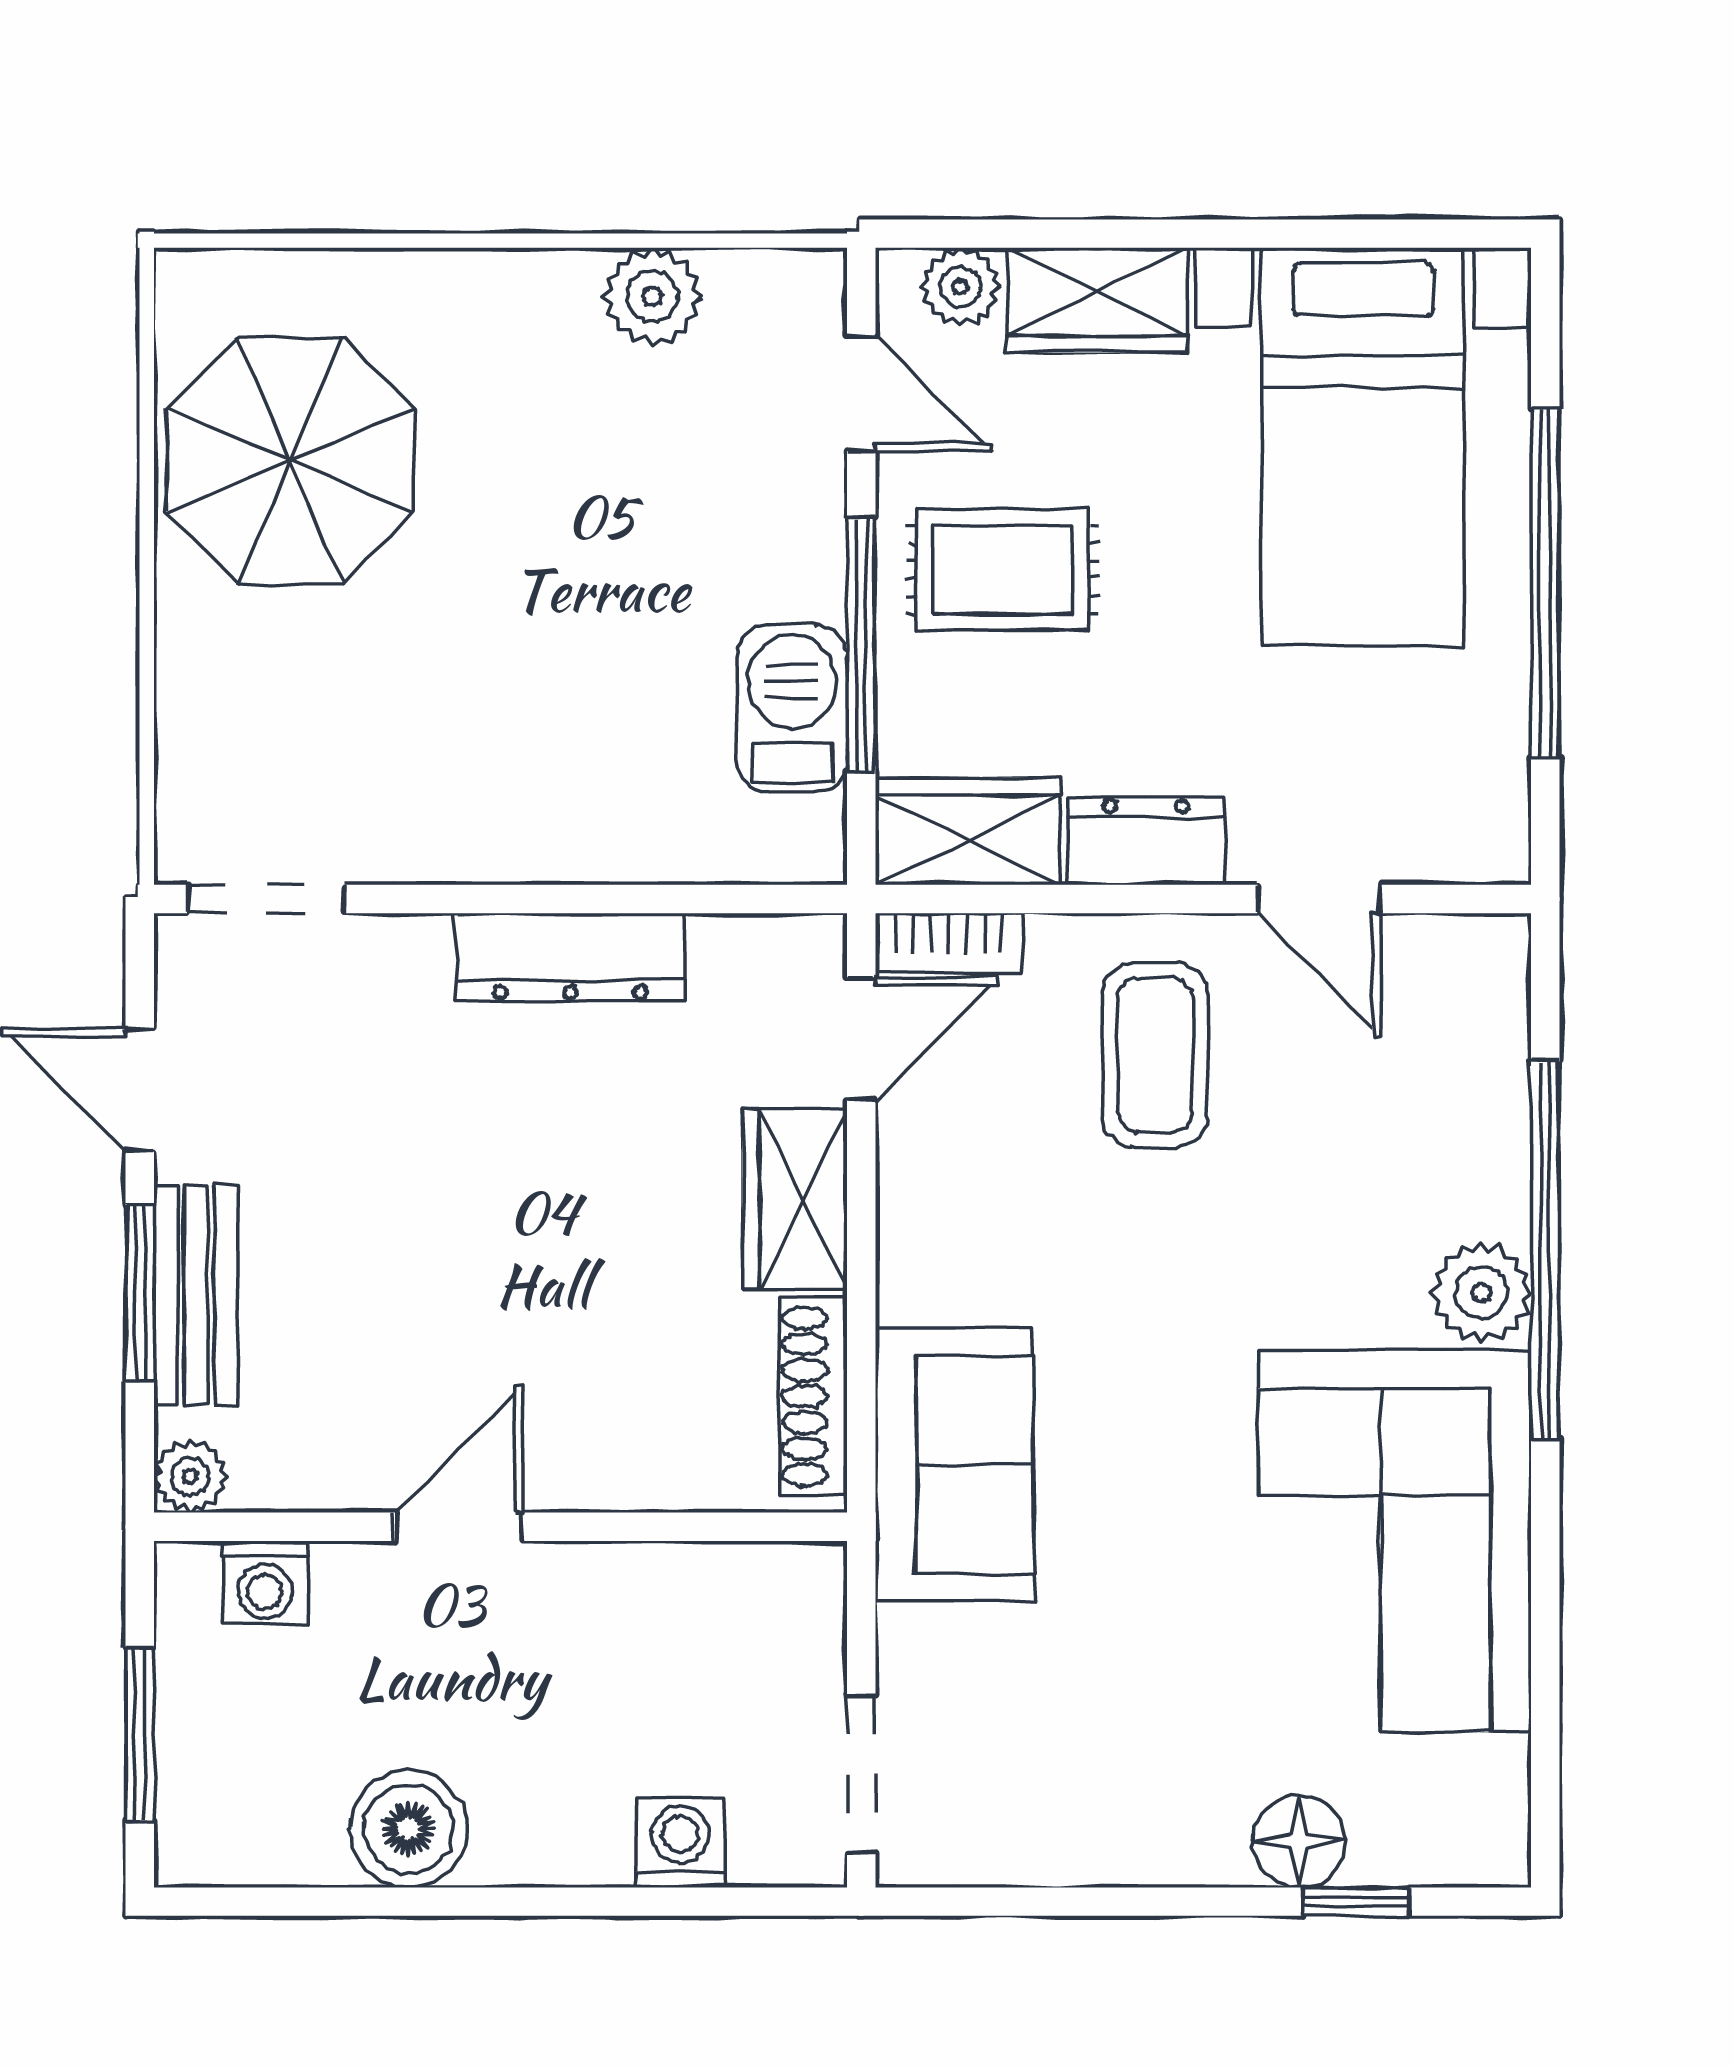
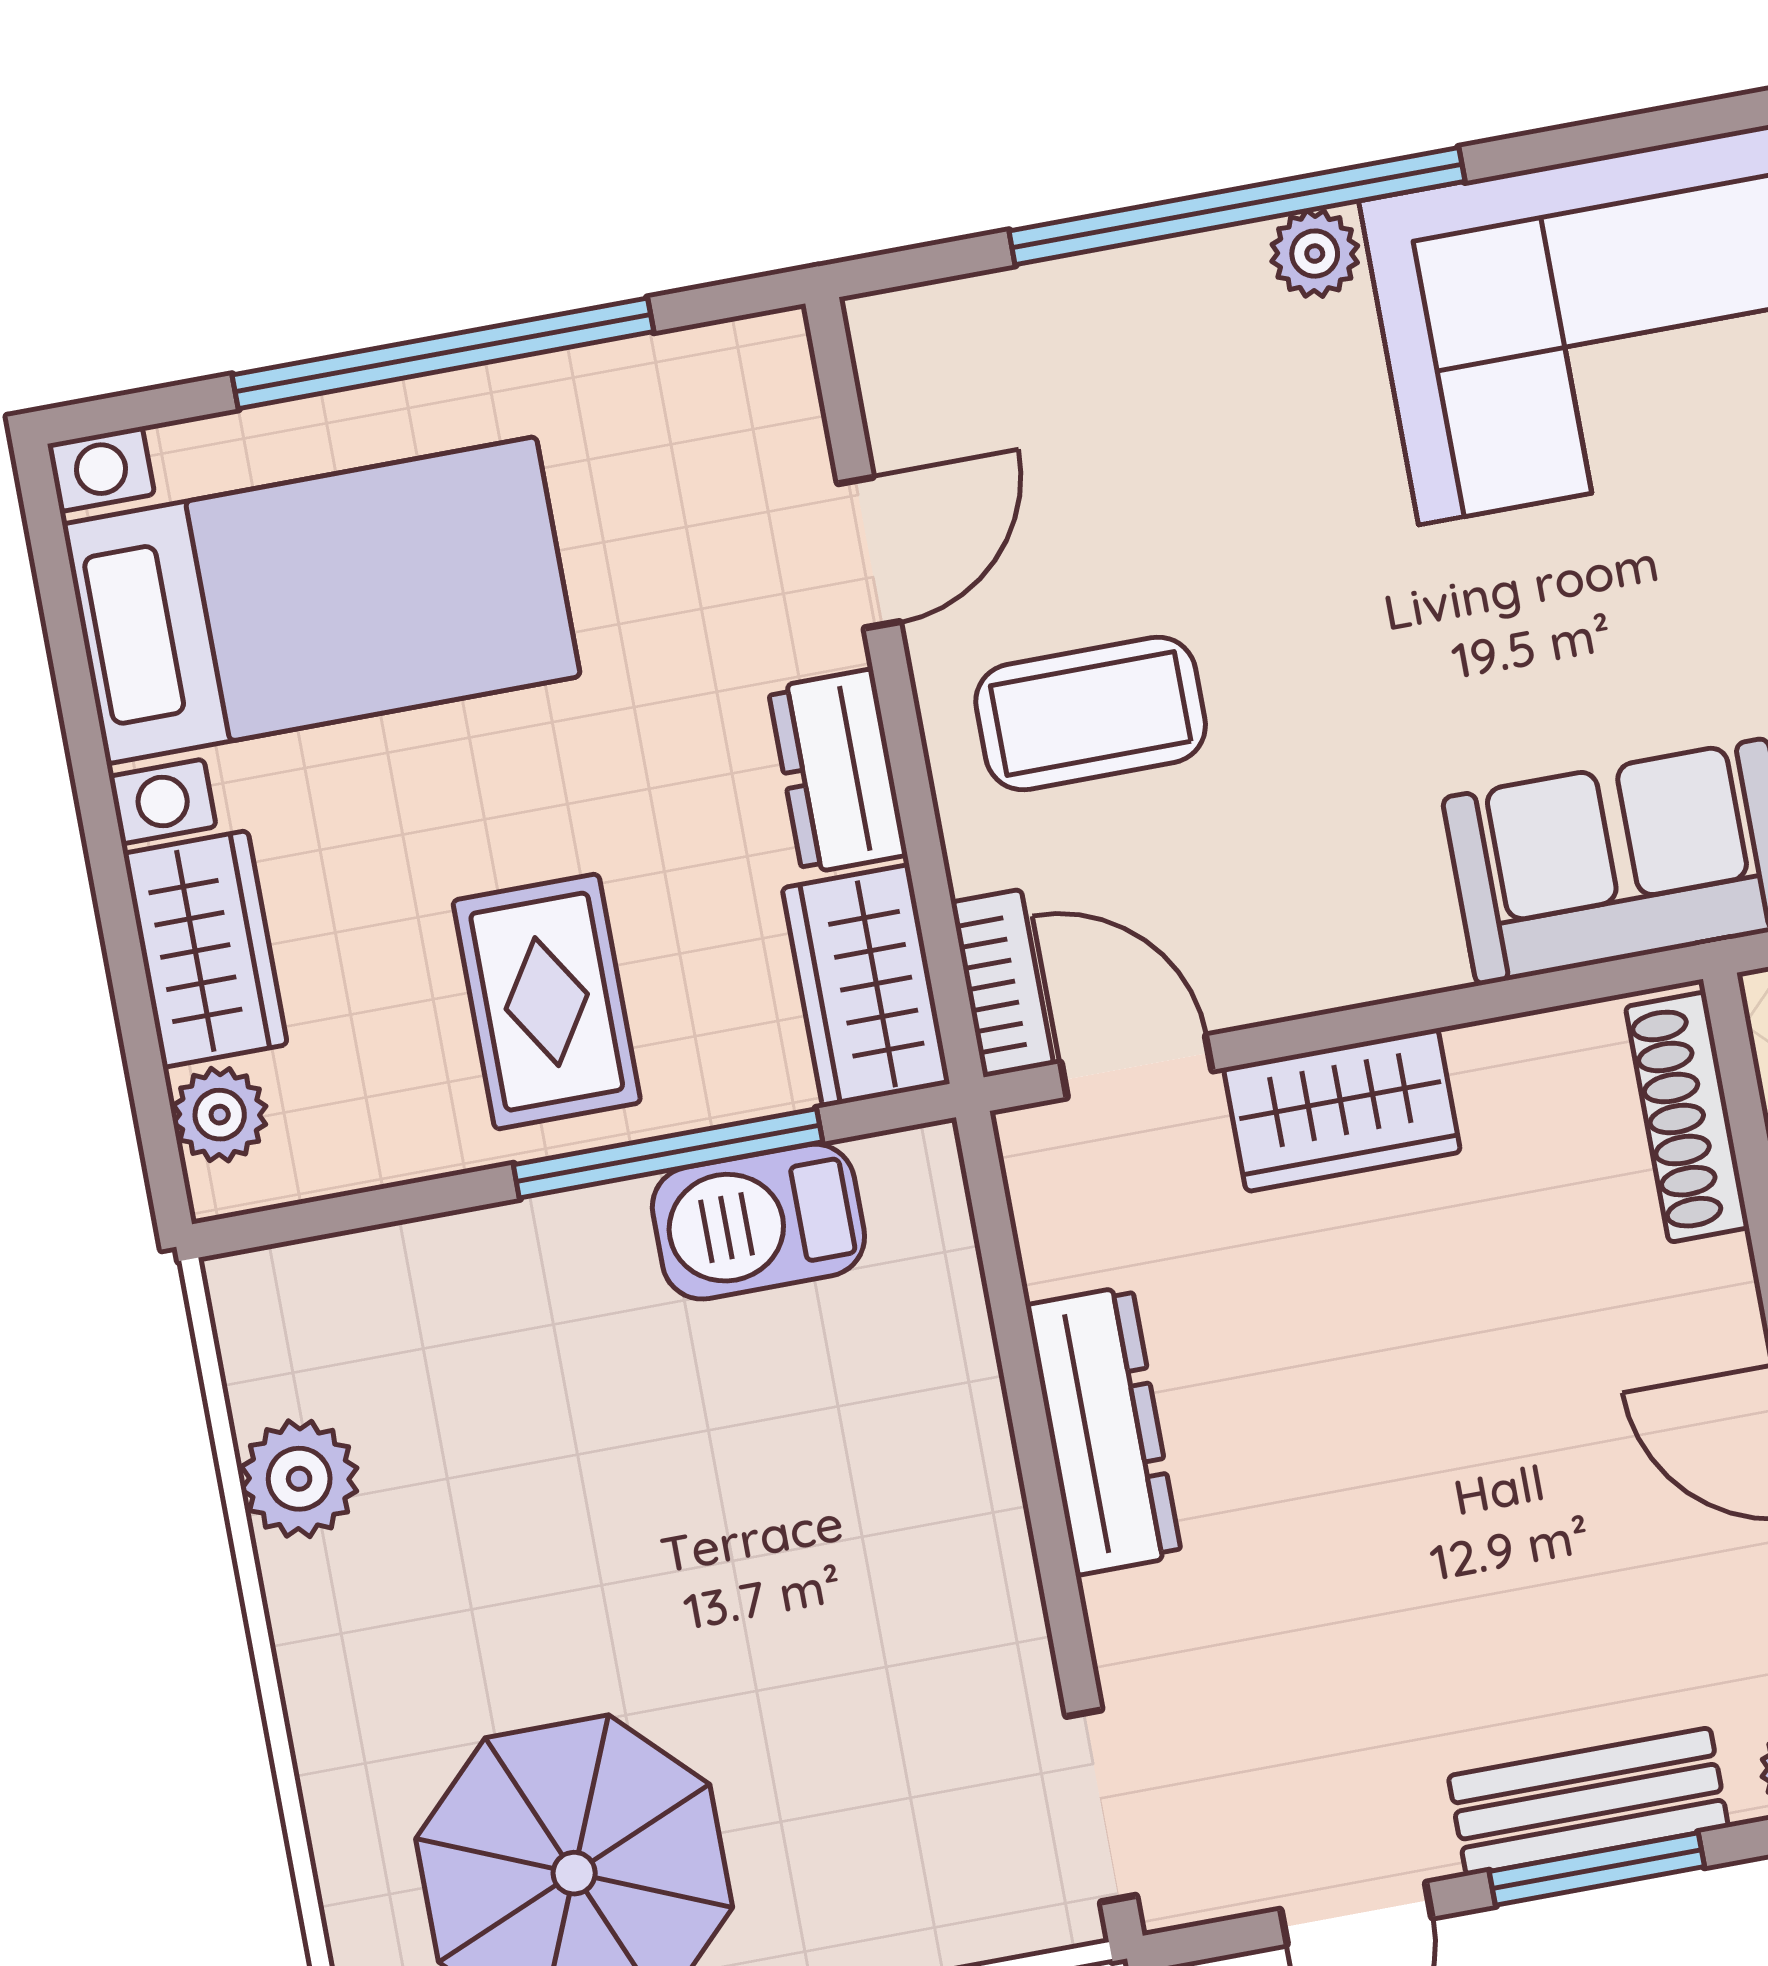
door: (861, 393) -> (368, 1209), removed
plant: (1481, 1293) -> (1315, 254), width x0.73, depth x0.73
shoe rack: (813, 1396) -> (1687, 1117), moved, turned 90

